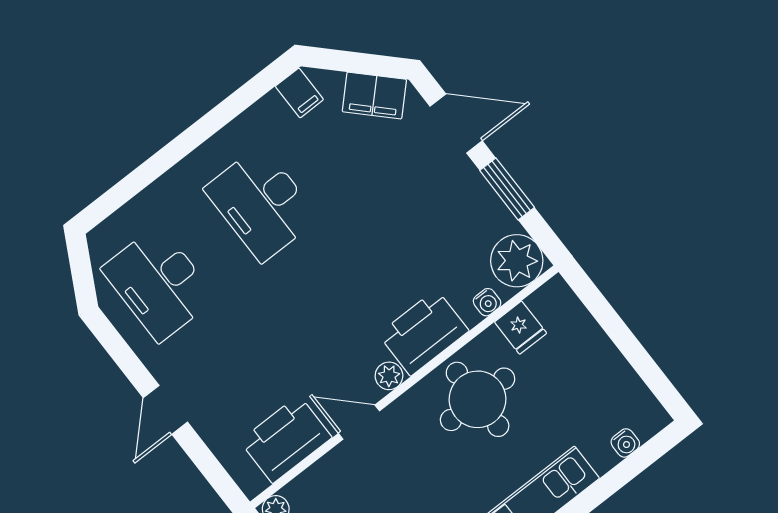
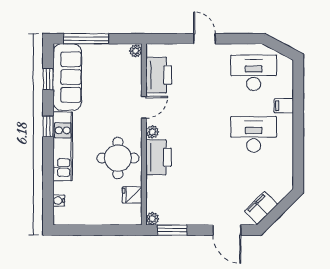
filing cabinet: (299, 93) -> (284, 106), moved
door: (456, 124) -> (227, 230), hinge flipped
window: (507, 189) -> (172, 230), moved
plant: (517, 261) -> (152, 219), width x0.53, depth x0.53
water cooler: (487, 302) -> (151, 190), removed

